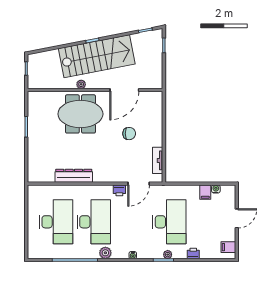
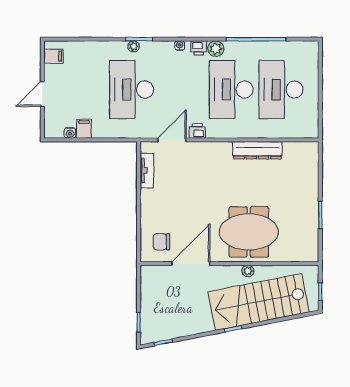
stairs: (97, 56) -> (259, 302), moved
chair: (129, 134) -> (162, 242), moved
printer: (193, 253) -> (199, 48), moved

